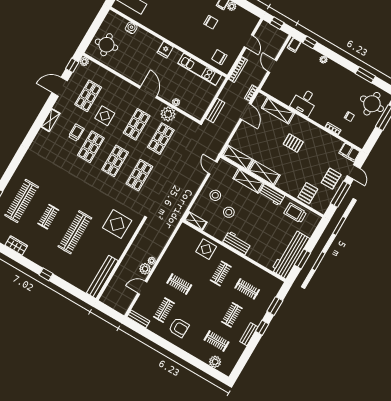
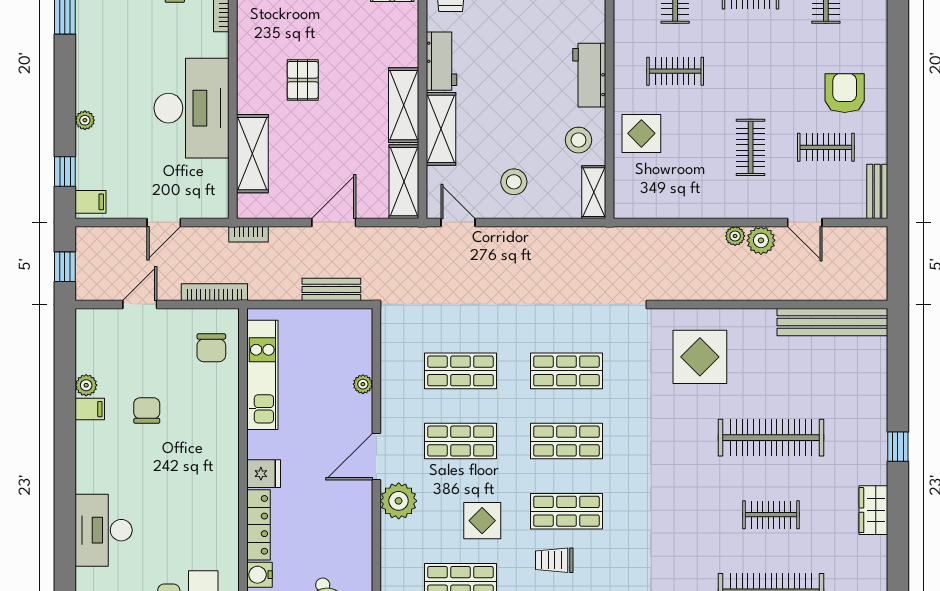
locker: (149, 38) -> (259, 525), added
desk: (304, 102) -> (192, 108), width x1.87, depth x1.30
door: (246, 112) -> (334, 222), moved
plant: (168, 114) -> (399, 501), moved
door: (213, 168) -> (458, 222), swing flipped
stool: (229, 212) -> (579, 140), moved
wardrobe: (16, 245) -> (873, 510), moved

